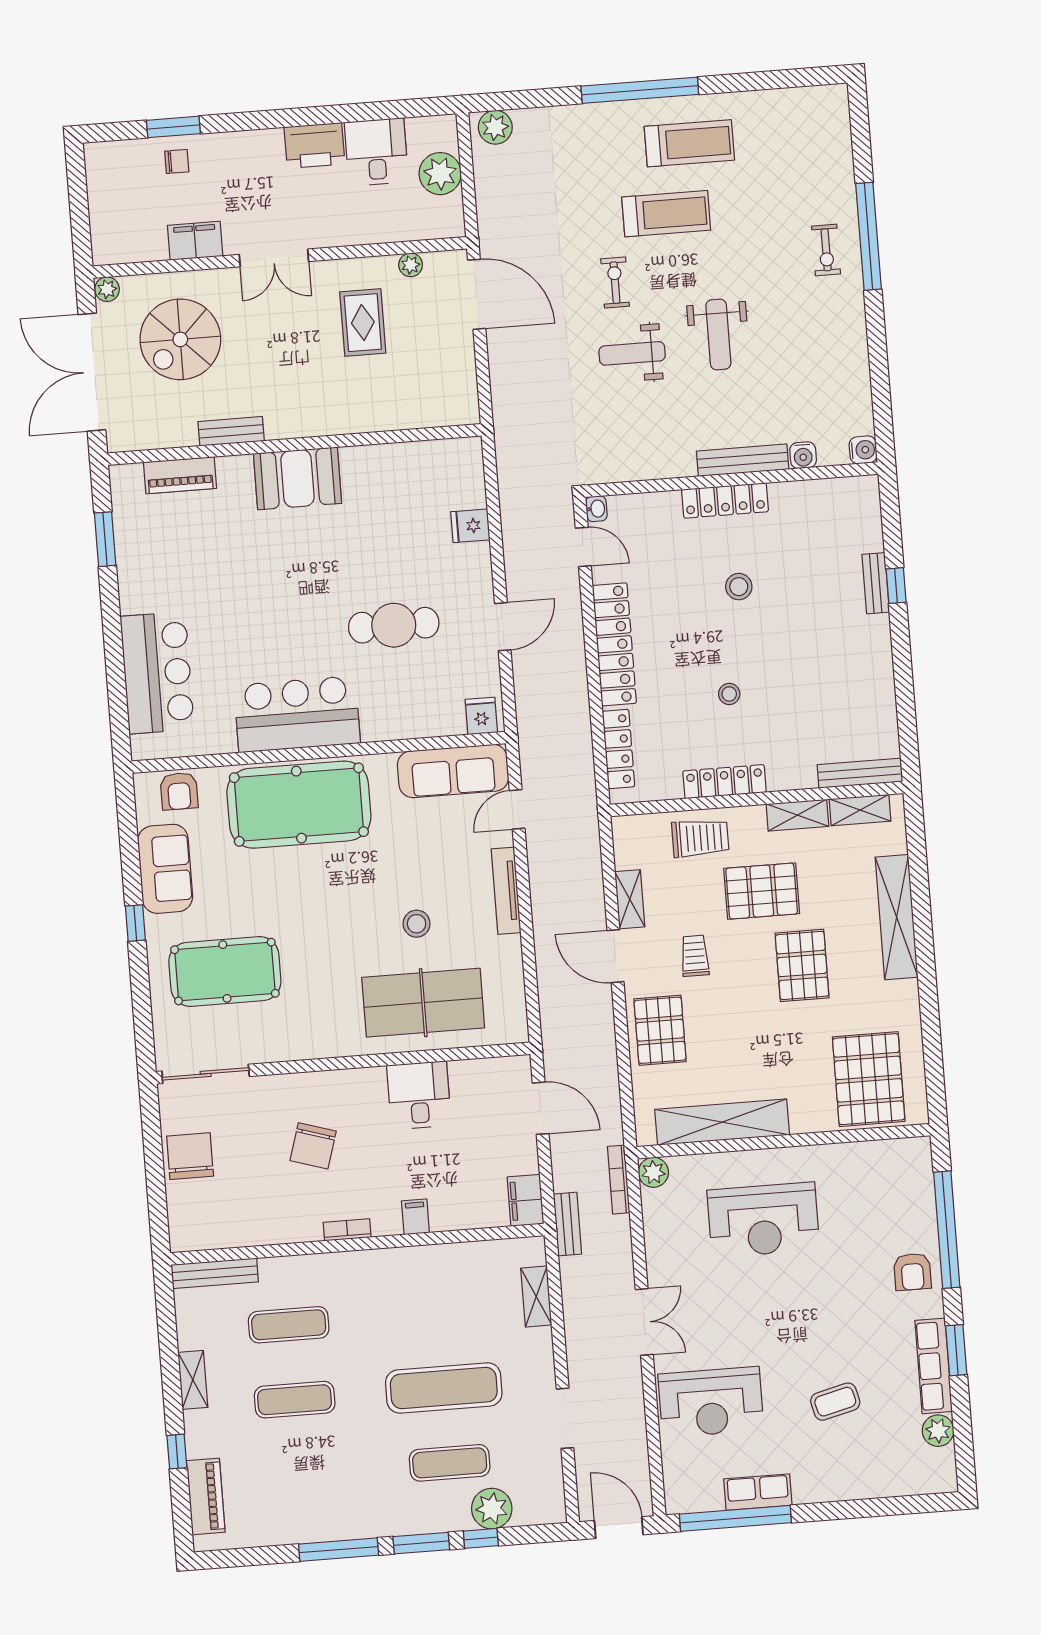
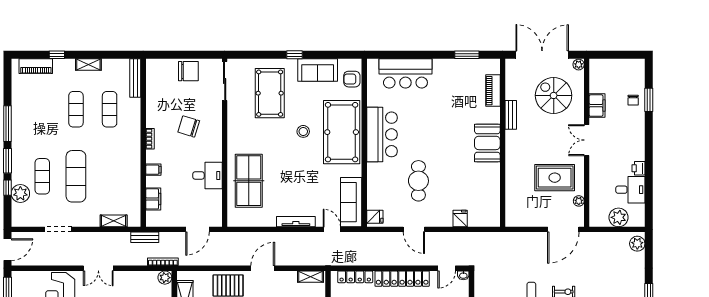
printer: (314, 145) -> (639, 168), width x0.53, depth x0.68
rug: (363, 323) -> (555, 178), width x1.36, depth x1.43
shelving: (630, 899) -> (311, 277), moved
stool: (417, 924) -> (303, 131), moved
filing cabinet: (526, 1200) -> (153, 199), moved, turned 90

